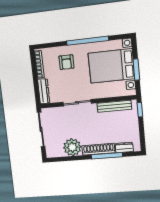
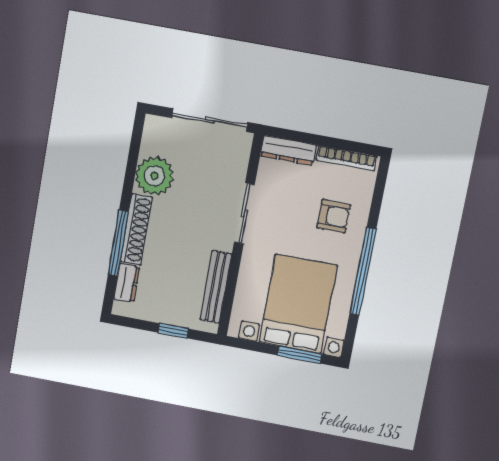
armchair: (66, 62) -> (334, 216), turned 180
window: (136, 70) -> (300, 355), moved
window: (140, 110) -> (173, 331), moved

